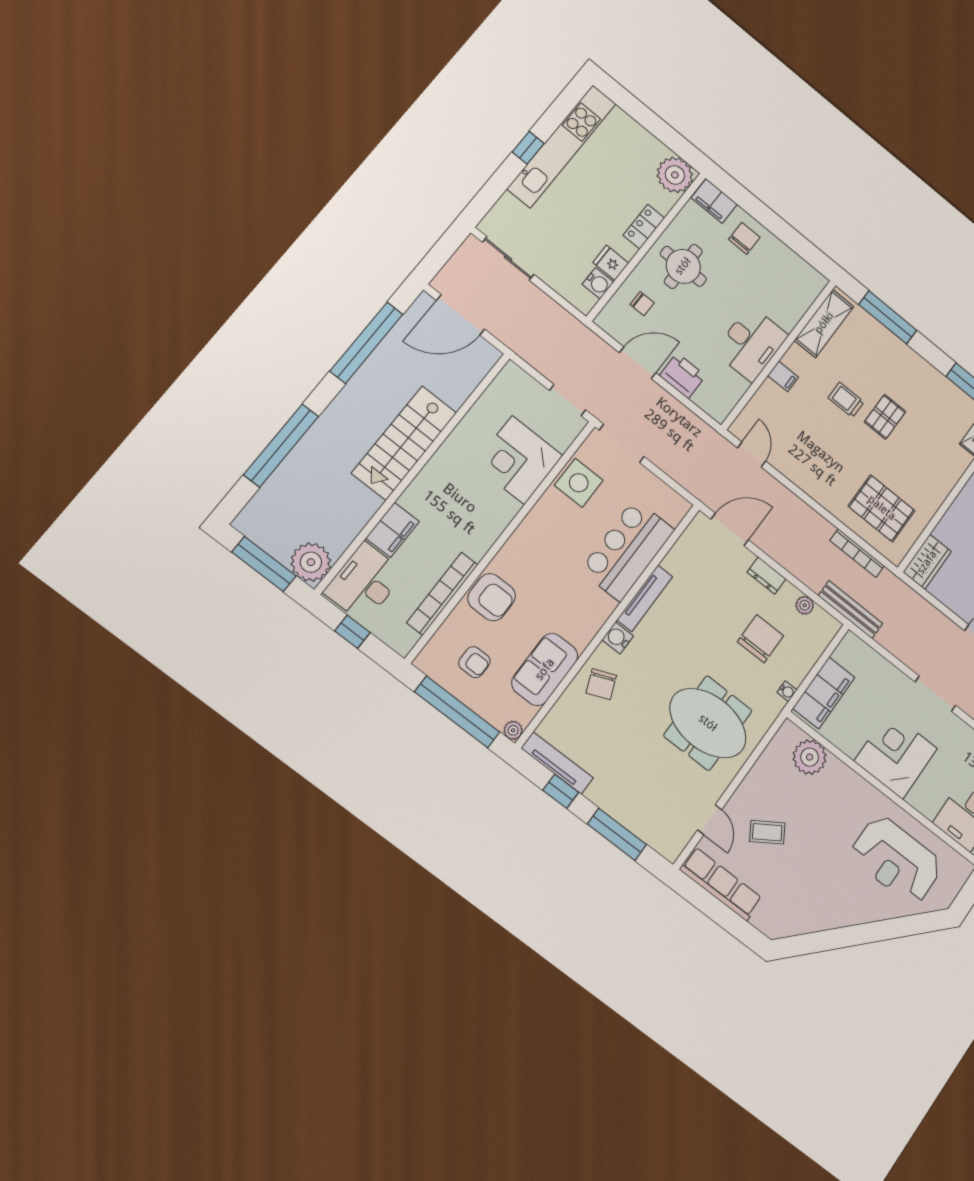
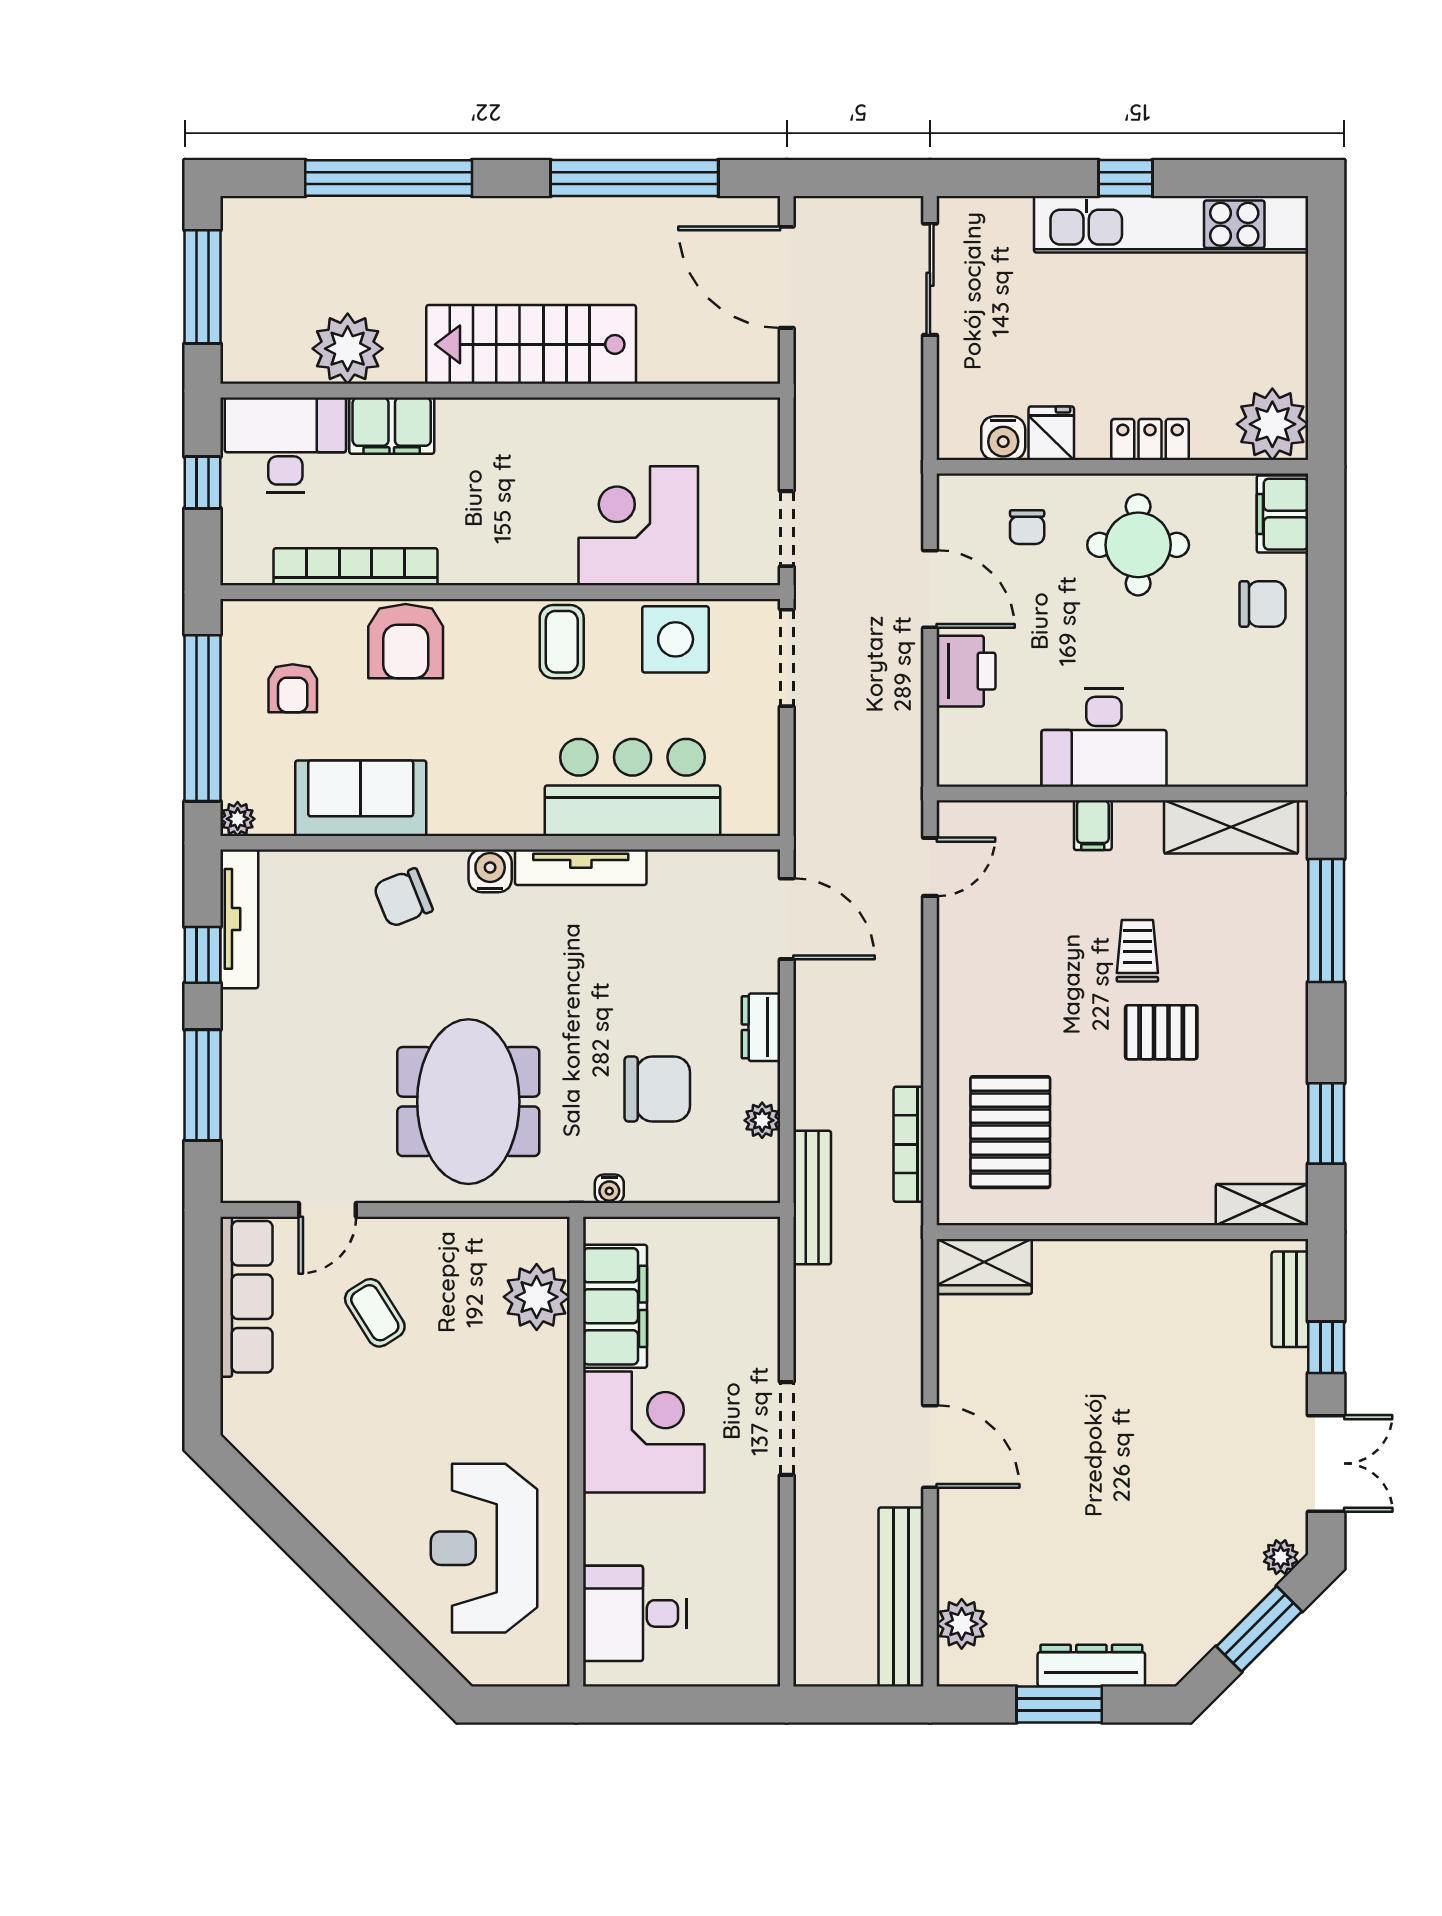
coffee table: (543, 531) -> (562, 642), added
plant: (311, 562) -> (348, 349), moved
filing cabinet: (824, 693) -> (615, 1306), moved, turned -90

